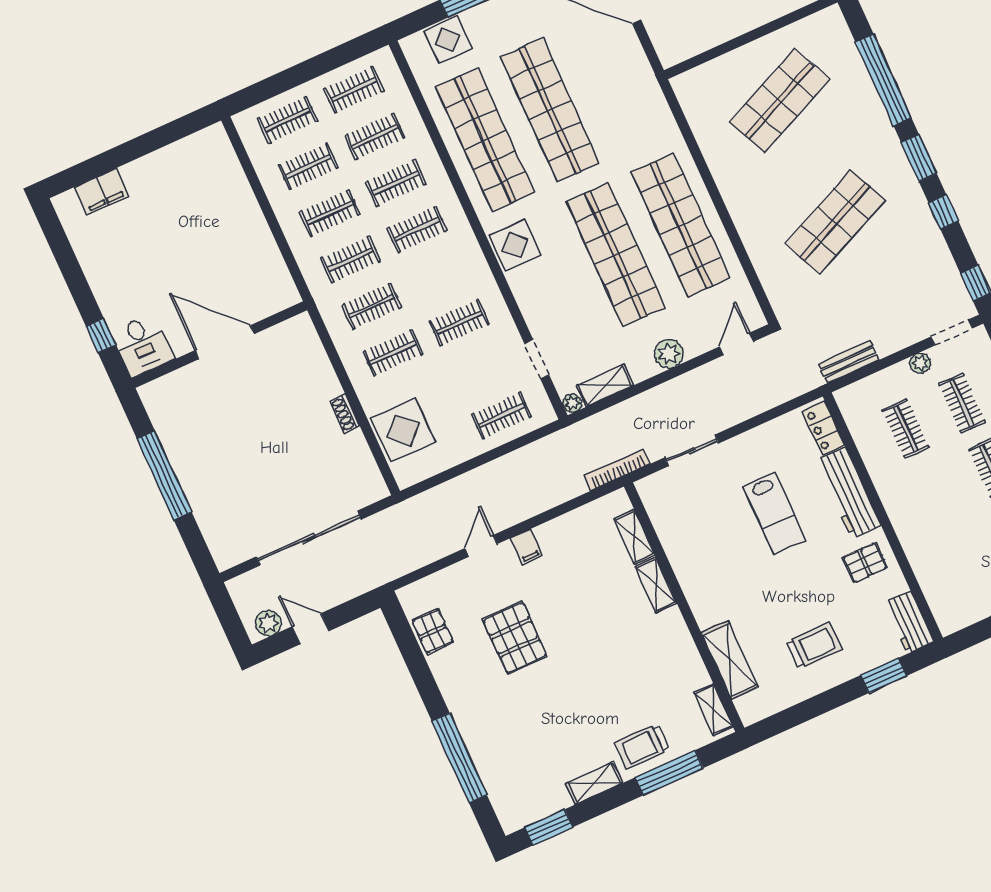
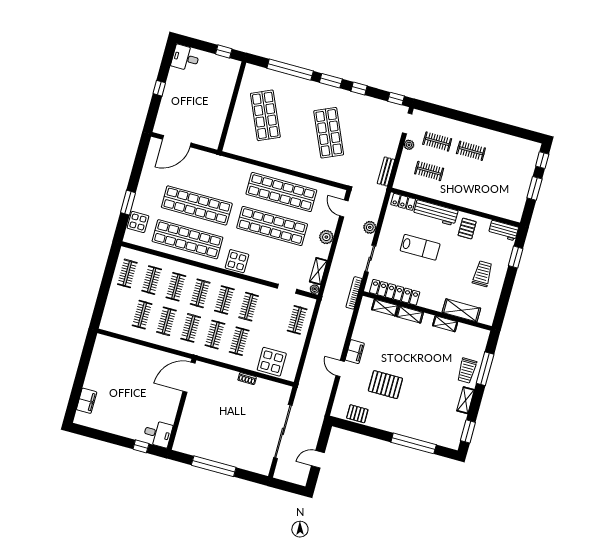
clothes rail: (287, 120) -> (224, 300), moved
door: (225, 342) -> (189, 377), moved
locker: (671, 532) -> (395, 292), added
filing cabinet: (526, 547) -> (355, 352), width x2.00
plant: (268, 623) -> (370, 227), moved
shelving: (714, 710) -> (445, 324), moved

